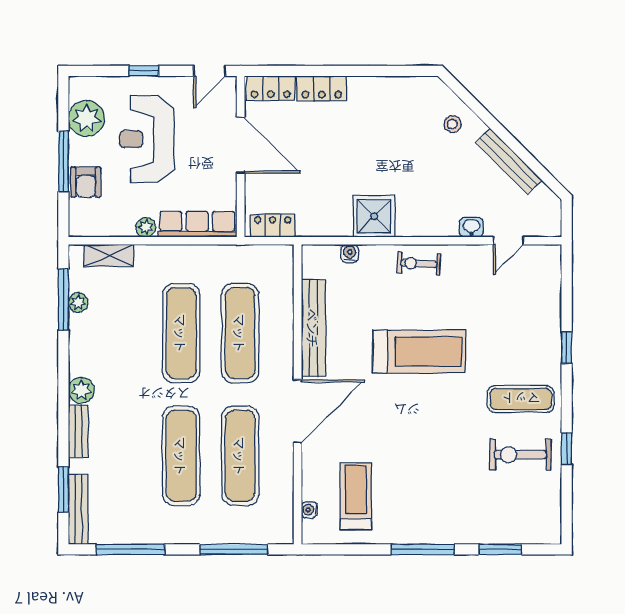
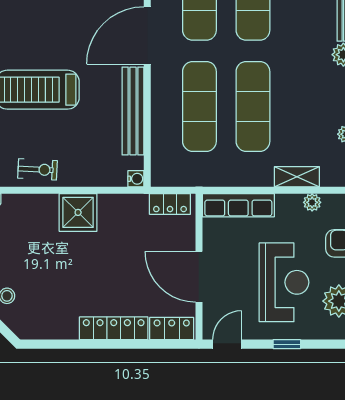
locker: (322, 88) -> (114, 328), width x1.53
plant: (146, 227) -> (312, 202), moved
water cooler: (350, 253) -> (136, 179), moved, turned -90
shelving: (109, 256) -> (297, 177), moved

